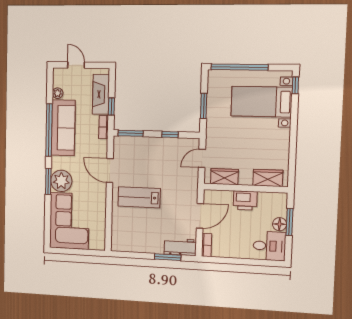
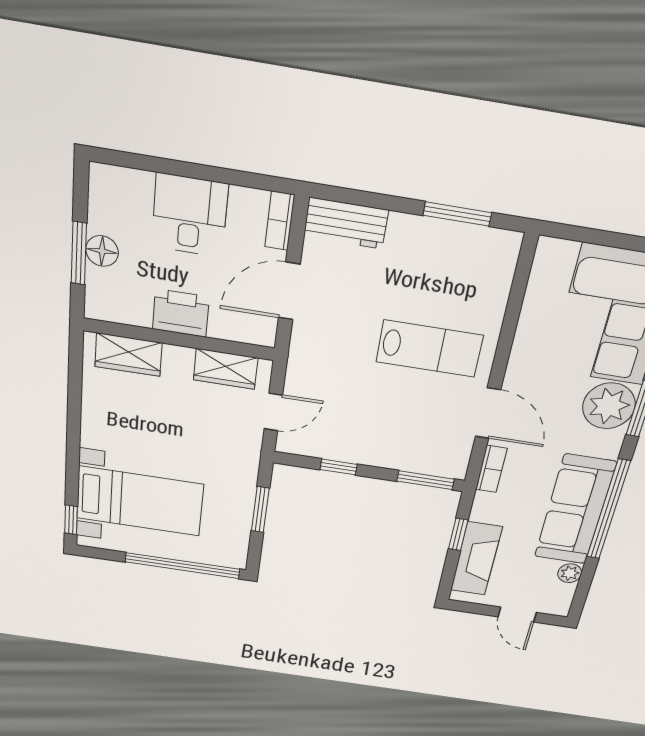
bookcase: (104, 127) -> (491, 469), moved
desk: (269, 246) -> (190, 215), moved, turned 90
window: (168, 257) -> (457, 214), moved

